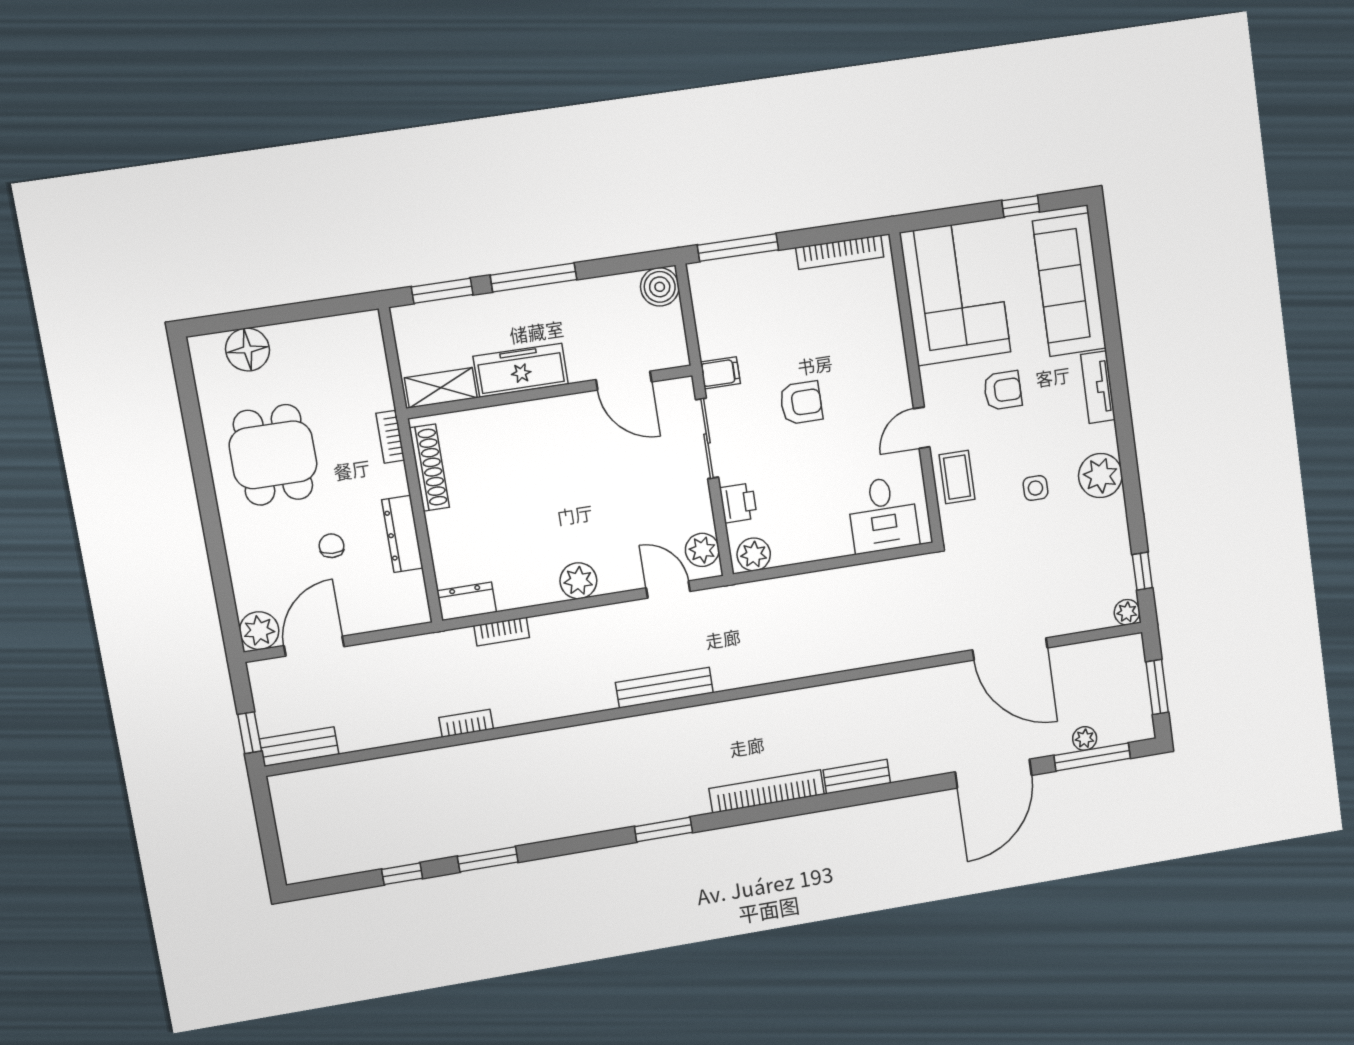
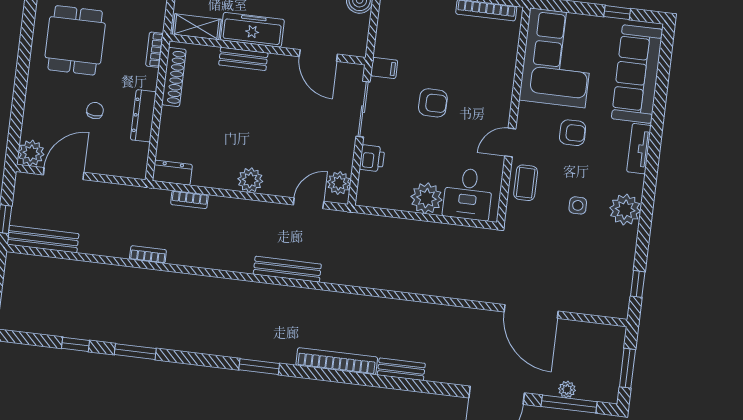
bench: (520, 415) -> (243, 59), added
plant: (754, 554) -> (426, 198), moved, width x1.36, depth x1.36
door: (668, 590) -> (309, 203), hinge flipped
plant: (1127, 612) -> (620, 309), removed
bench: (299, 747) -> (43, 239), width x1.36

